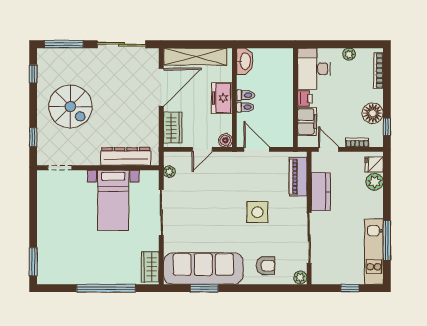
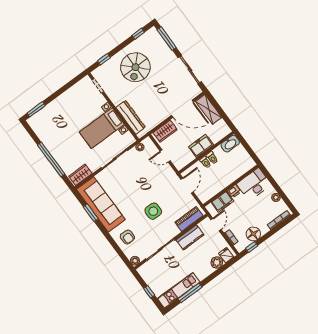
shelving: (195, 57) -> (209, 109), width x0.68
boiler: (225, 140) -> (179, 165), removed

